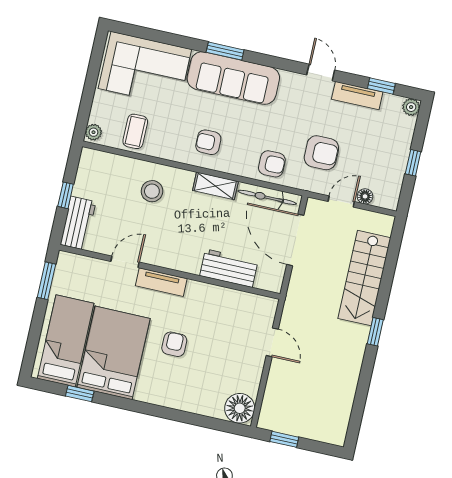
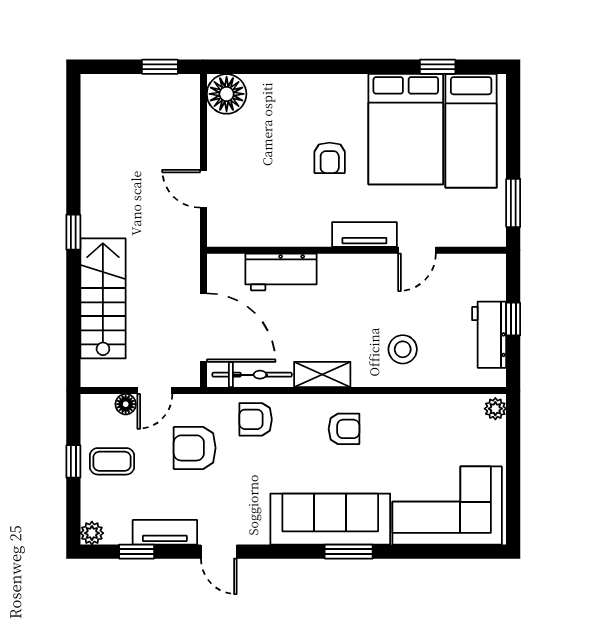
coffee table: (135, 131) -> (112, 461), moved, turned 90
workbench: (78, 223) -> (489, 335), moved

